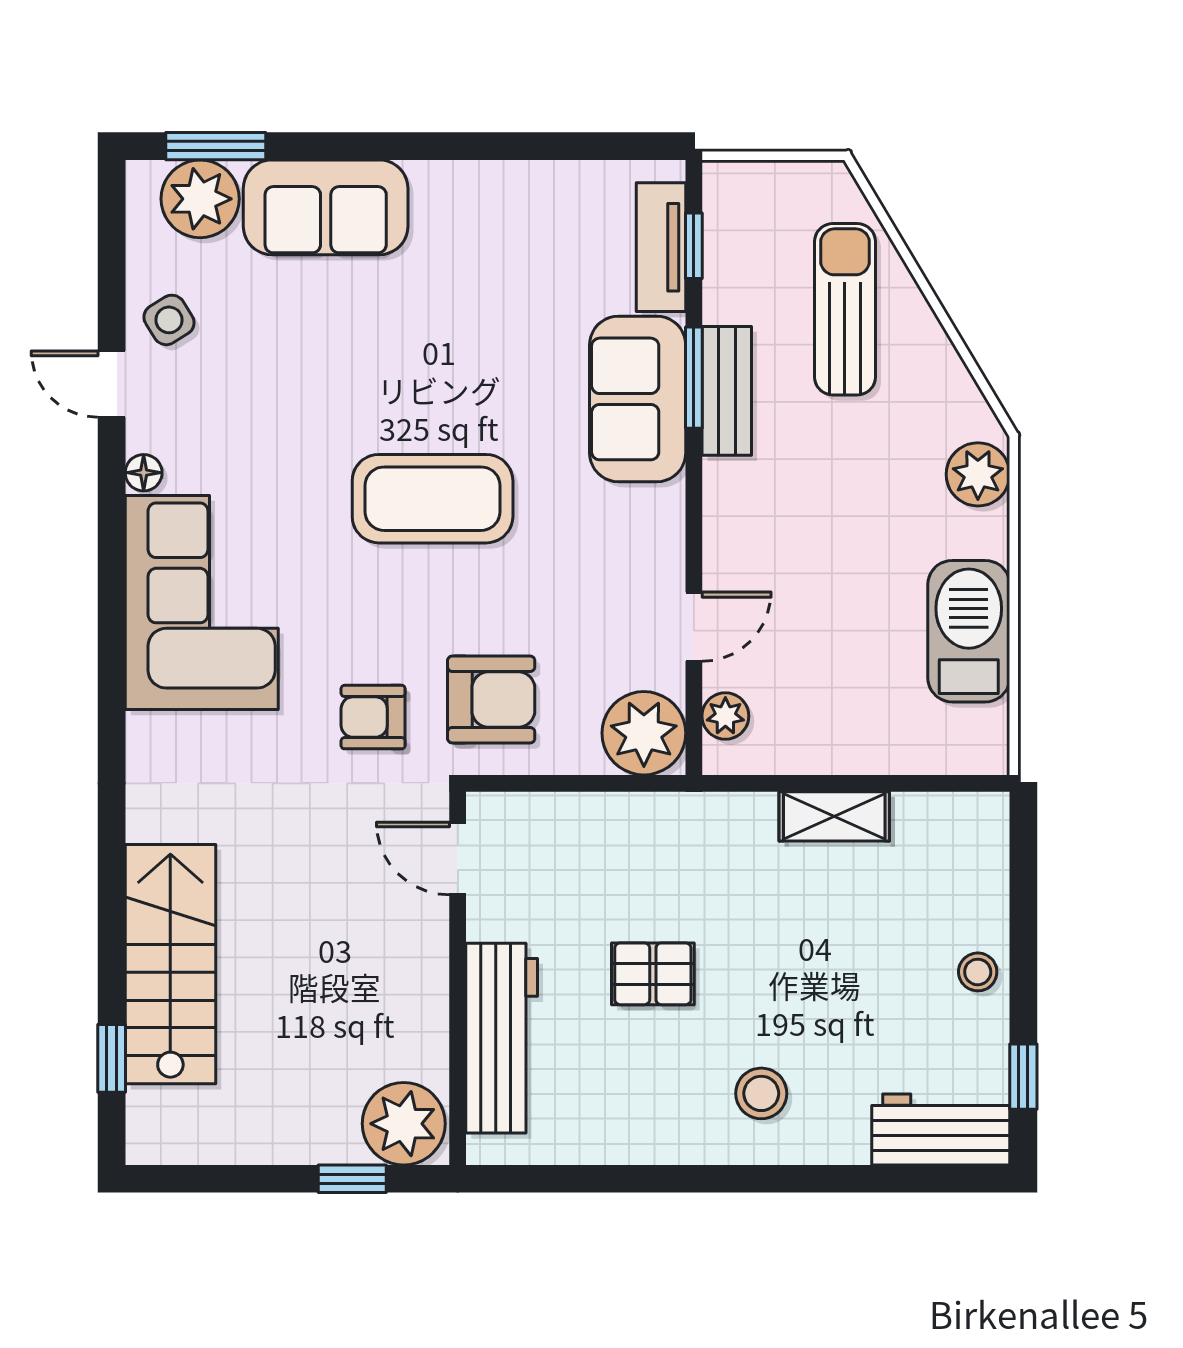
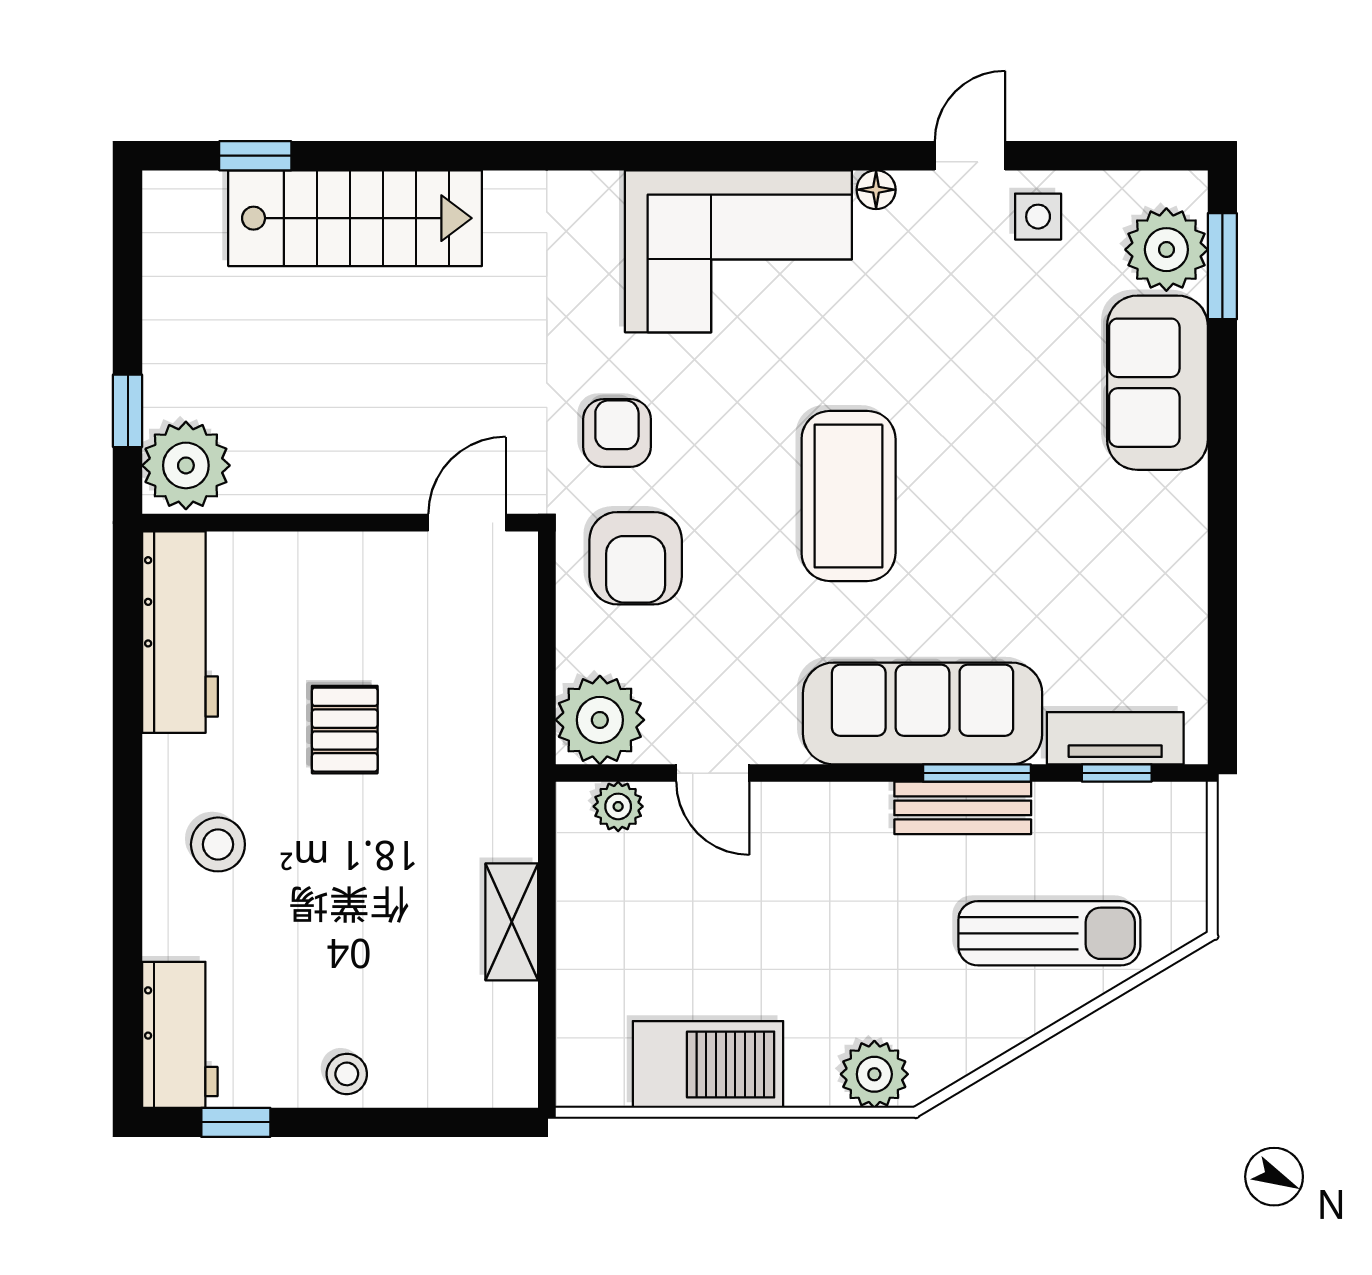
side table: (169, 320) -> (1038, 217), turned 32
sofa: (638, 399) -> (923, 713), width x1.36
workbench: (502, 1038) -> (180, 632), moved, turned -90

